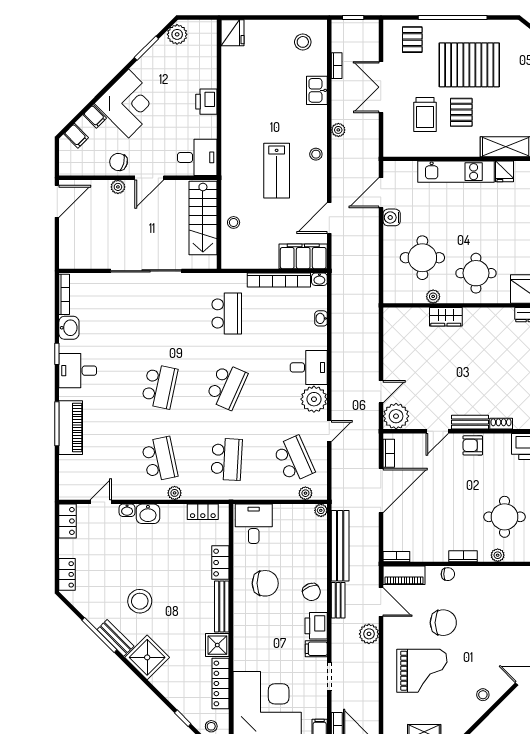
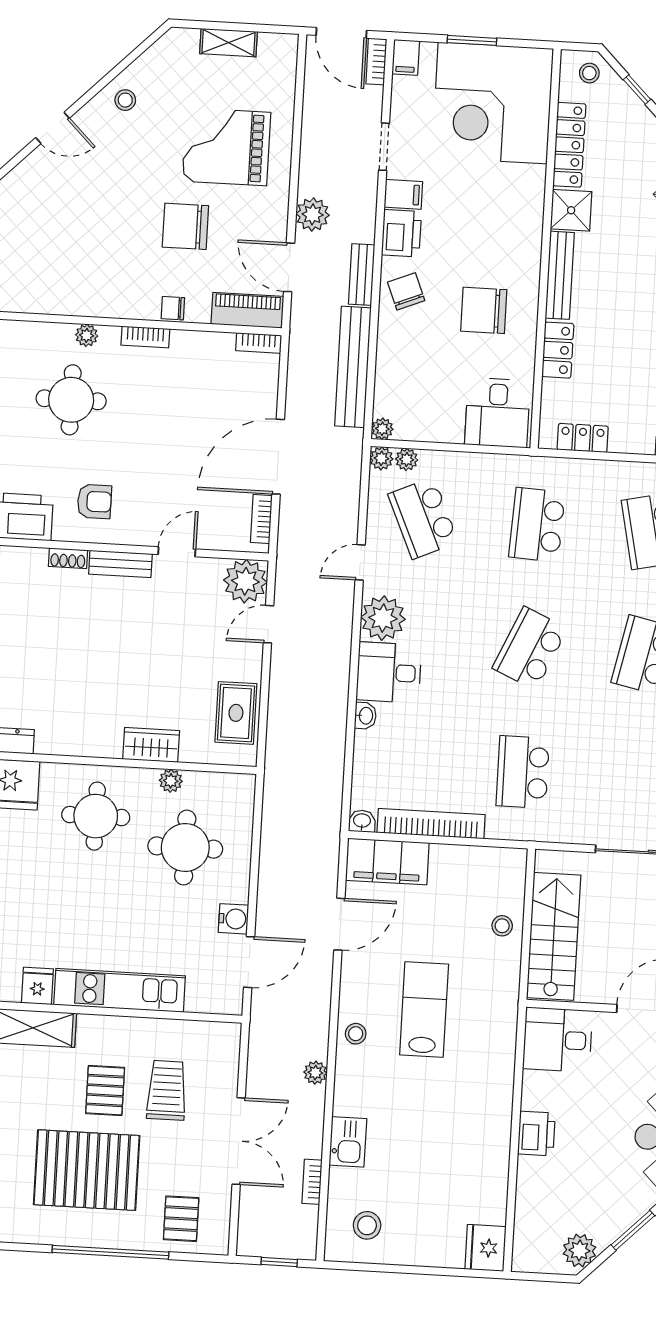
washbasin: (321, 318) -> (365, 716), moved
rug: (397, 338) -> (236, 713), added
armchair: (473, 445) -> (94, 501), moved
plant: (175, 493) -> (381, 458), moved

